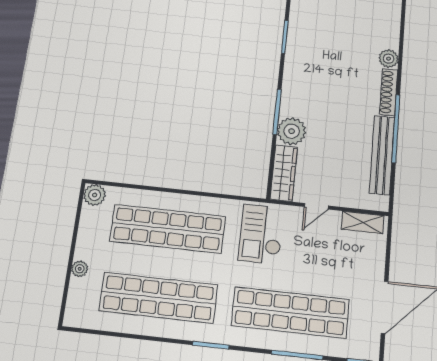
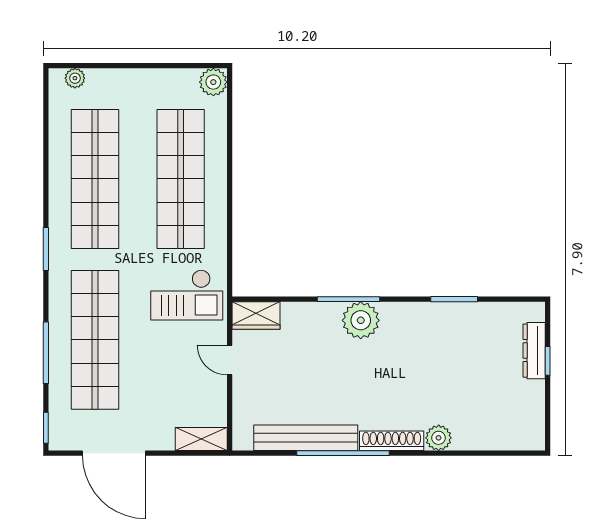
plant: (292, 131) -> (361, 320), moved
wardrobe: (284, 173) -> (256, 316), width x0.67
shelving: (363, 222) -> (201, 439), moved, turned 90
checkout: (261, 234) -> (187, 295), turned 180
plant: (80, 269) -> (75, 78), moved

